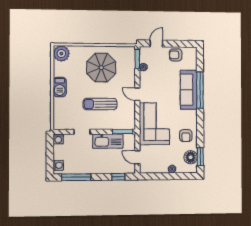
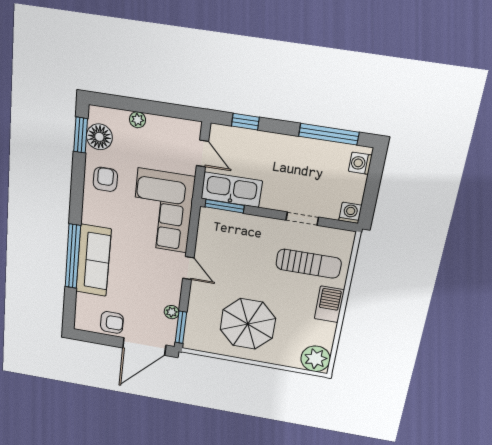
door: (156, 43) -> (144, 347), width x1.87
sun lounger: (100, 104) -> (309, 264), moved
kitchen sink: (108, 141) -> (231, 190), moved

